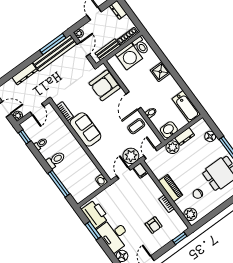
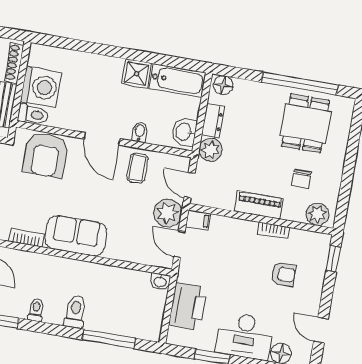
toilet: (141, 46) -> (33, 115), moved
shower: (160, 72) -> (137, 74), moved
floor lamp: (210, 136) -> (223, 85), moved
printer: (95, 214) -> (188, 306), moved, turned 90

